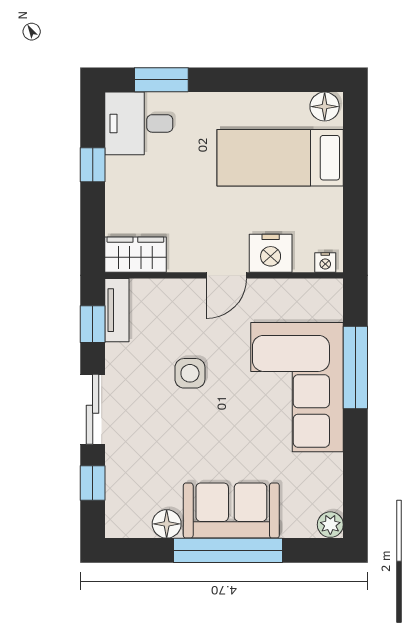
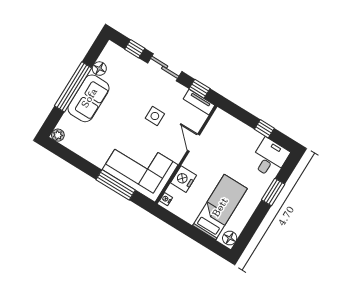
window: (161, 80) -> (273, 192), moved
wardrobe: (135, 255) -> (217, 124), removed
door: (226, 275) -> (193, 143), moved
corner sofa: (297, 387) -> (140, 167), moved

